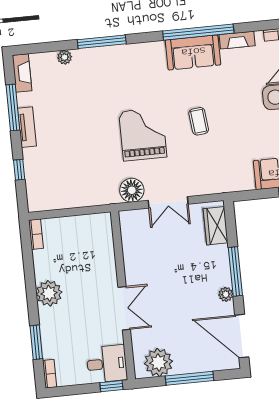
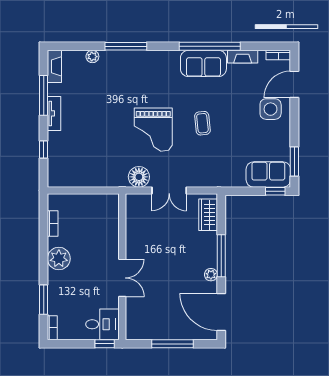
grand piano: (143, 134) -> (153, 130), turned 180
bookcase: (36, 234) -> (53, 224), moved
plant: (158, 362) -> (147, 328), removed

